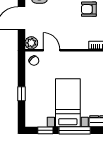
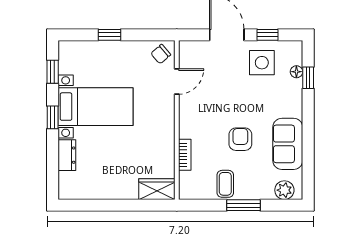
plant: (31, 43) -> (188, 50), removed
window: (75, 130) -> (53, 117), width x0.46

